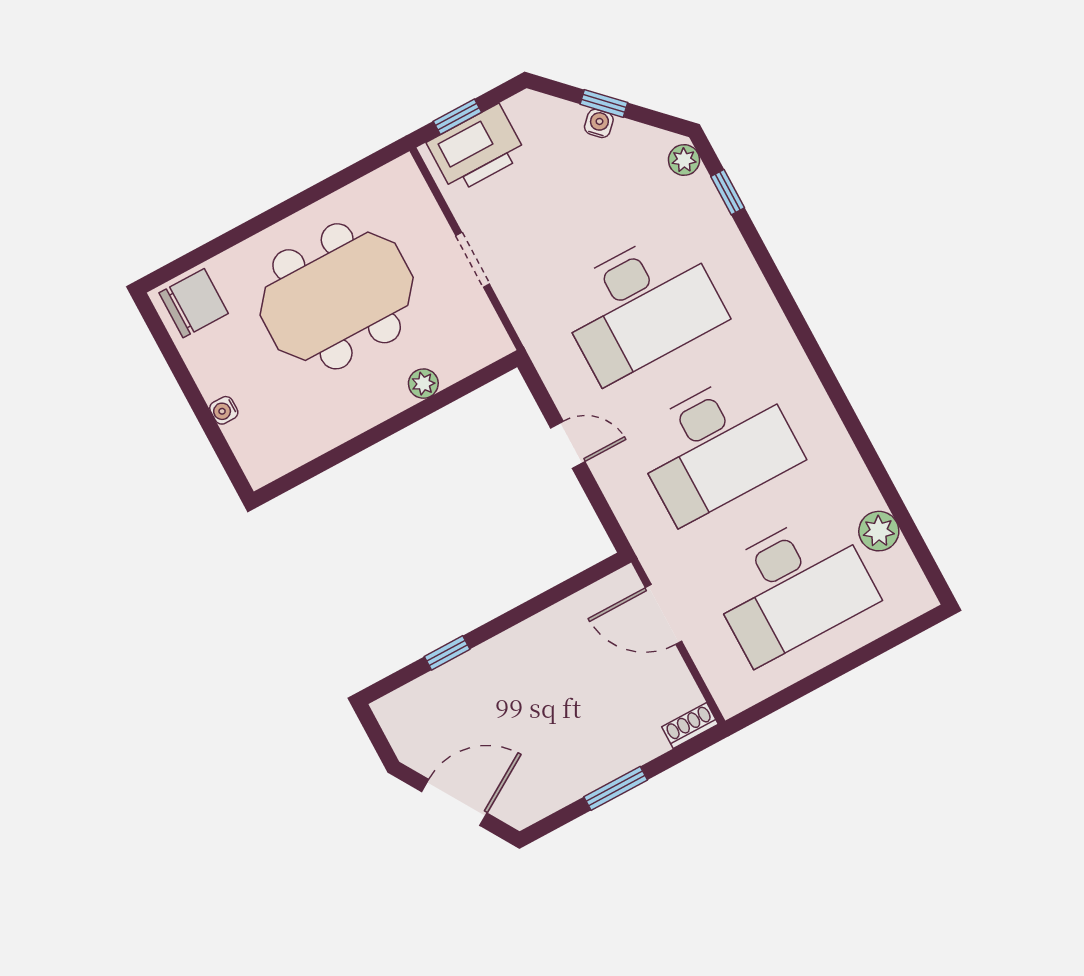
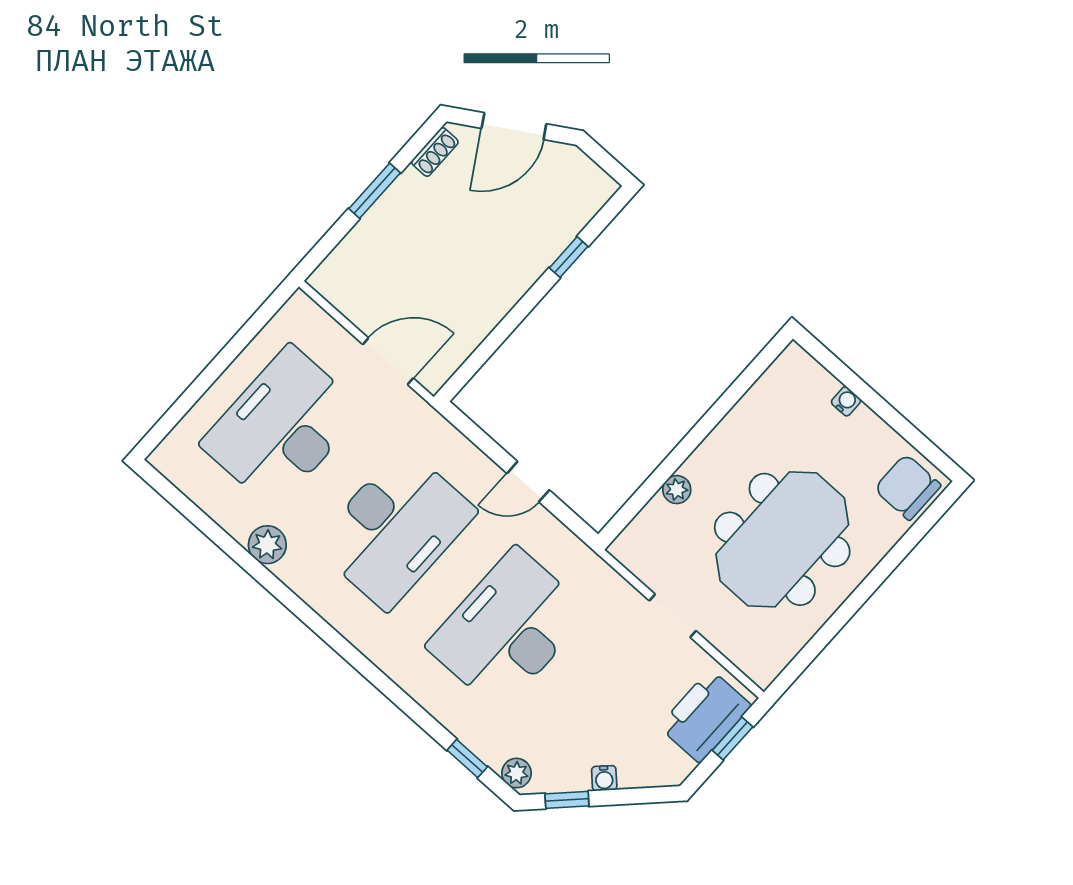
window: (604, 103) -> (567, 800), moved
chair: (194, 303) -> (908, 487), turned 90
desk: (717, 446) -> (395, 528), turned 180
plant: (879, 531) -> (267, 545), moved
shoe rack: (690, 726) -> (435, 152), moved

